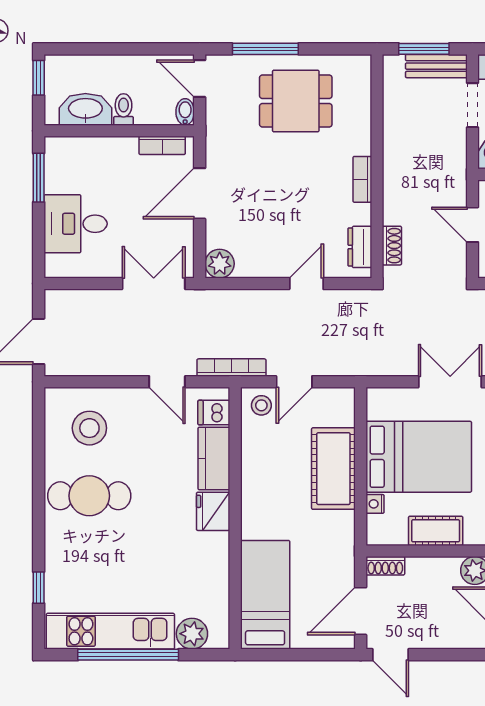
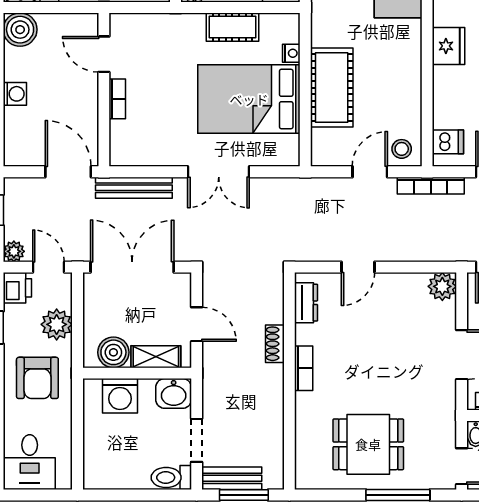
shoe rack: (392, 246) -> (275, 344), moved
kitchen counter: (214, 458) -> (448, 97), removed

